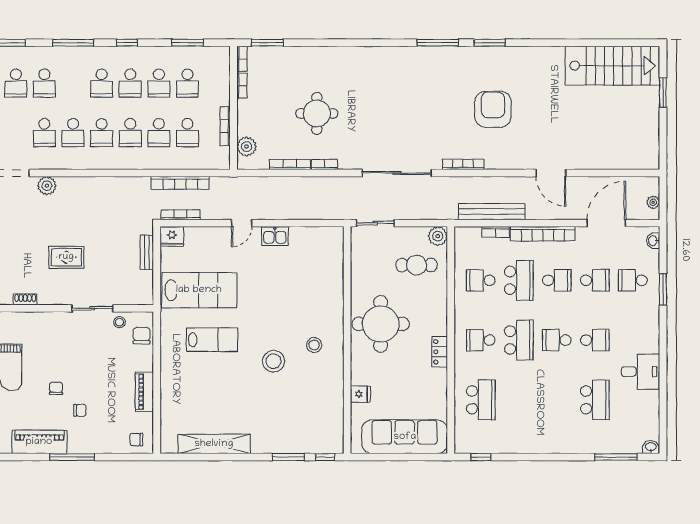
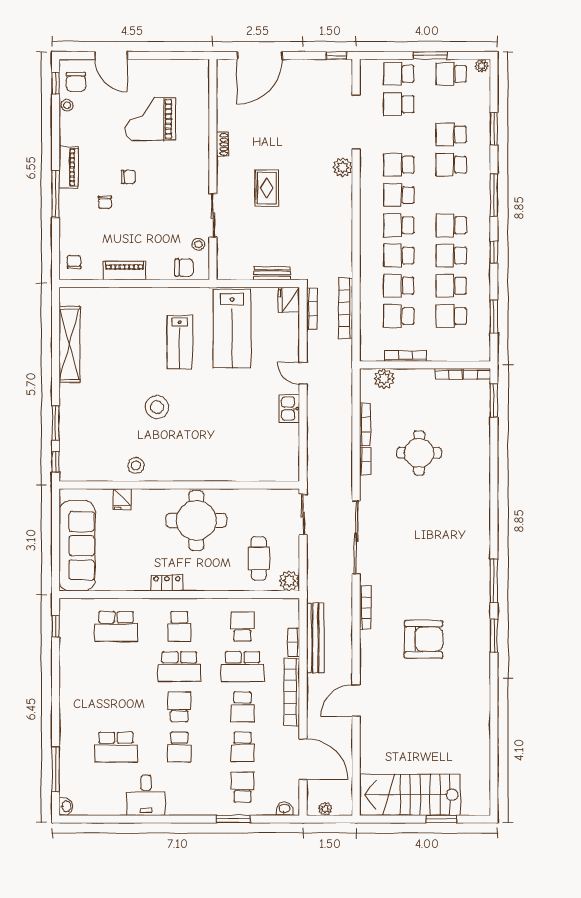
stairs: (612, 66) -> (410, 795), moved, turned 90
school desk: (481, 340) -> (179, 626), turned 180
stool: (314, 345) -> (136, 466), moved
piano: (39, 442) -> (69, 167), width x0.73, depth x0.75

